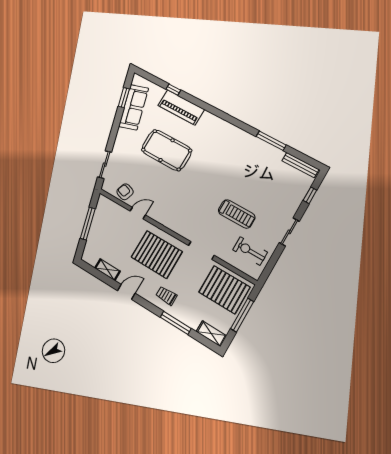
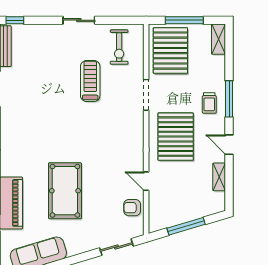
armchair: (125, 192) -> (132, 208), turned 71
window: (310, 195) -> (15, 20), moved
window: (176, 323) -> (229, 99), moved

